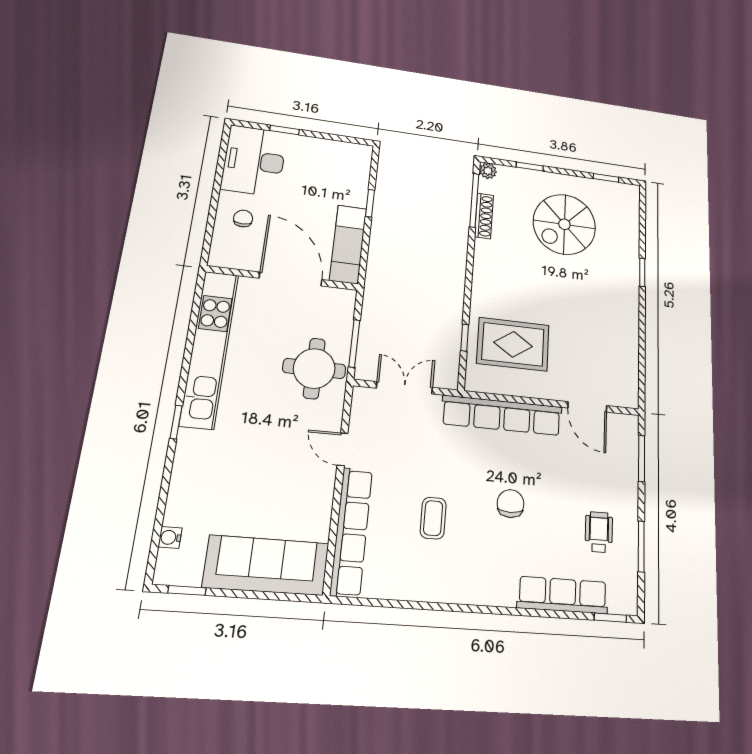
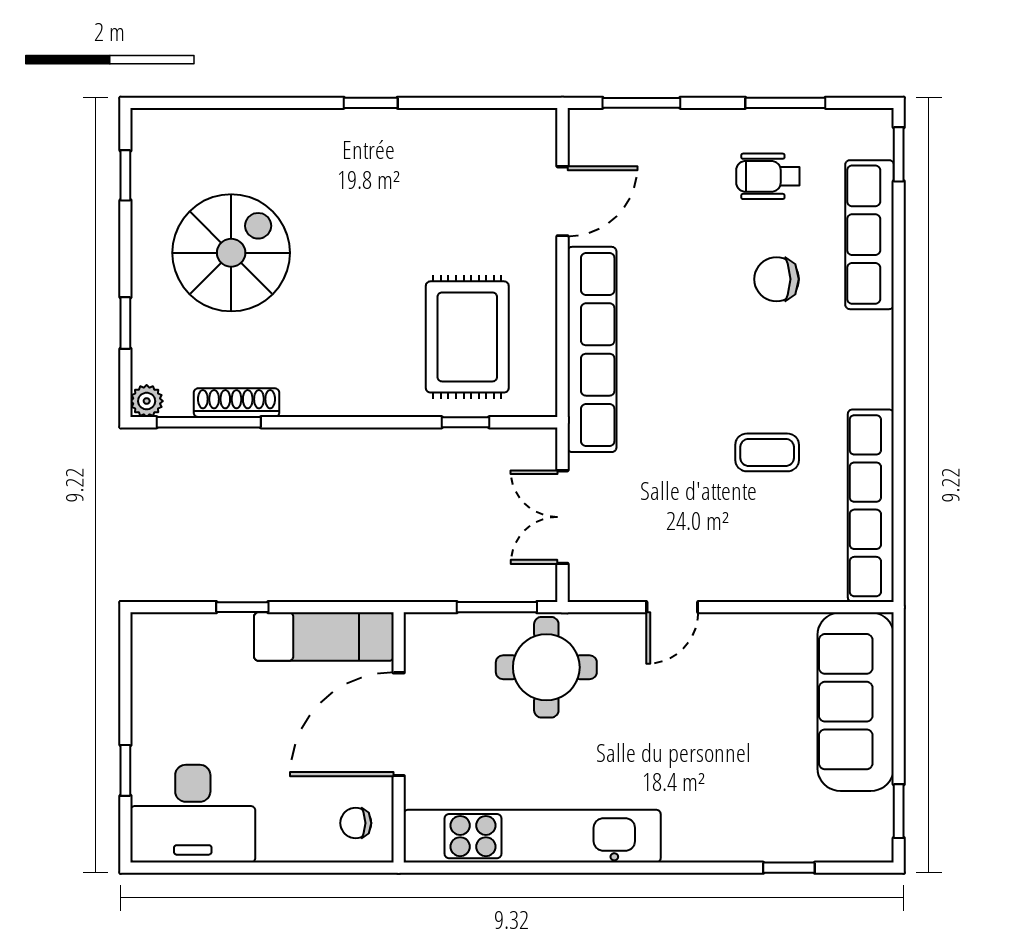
chair: (243, 218) -> (356, 823), moved
spiral stairs: (564, 224) -> (231, 253), turned -90
window: (642, 272) -> (371, 103), moved
window: (176, 422) -> (789, 868), moved
chair: (511, 504) -> (776, 279), moved
row of seats: (351, 532) -> (871, 506), moved, turned -90
water cooler: (170, 537) -> (826, 848), removed

